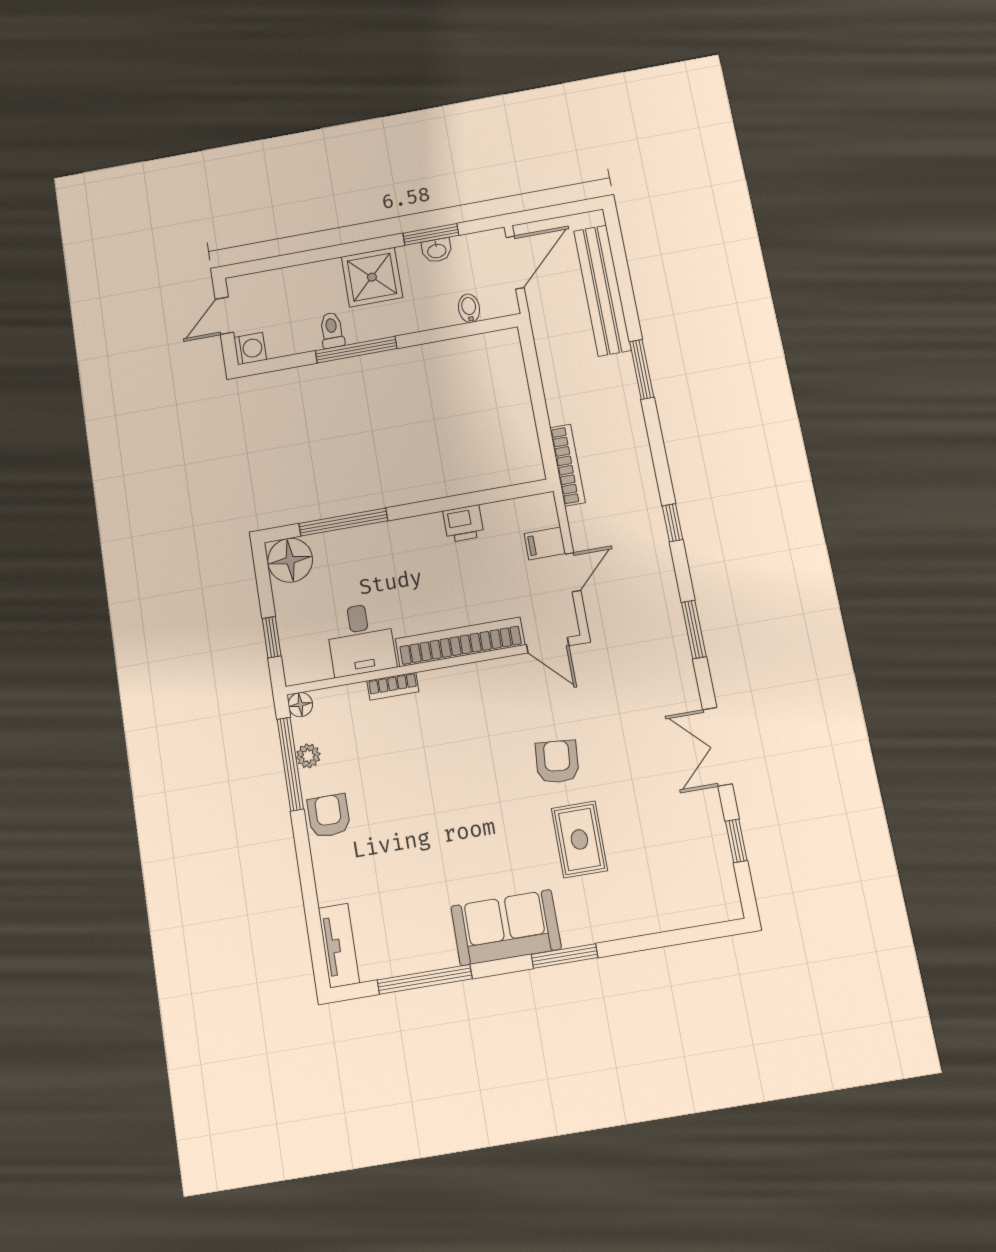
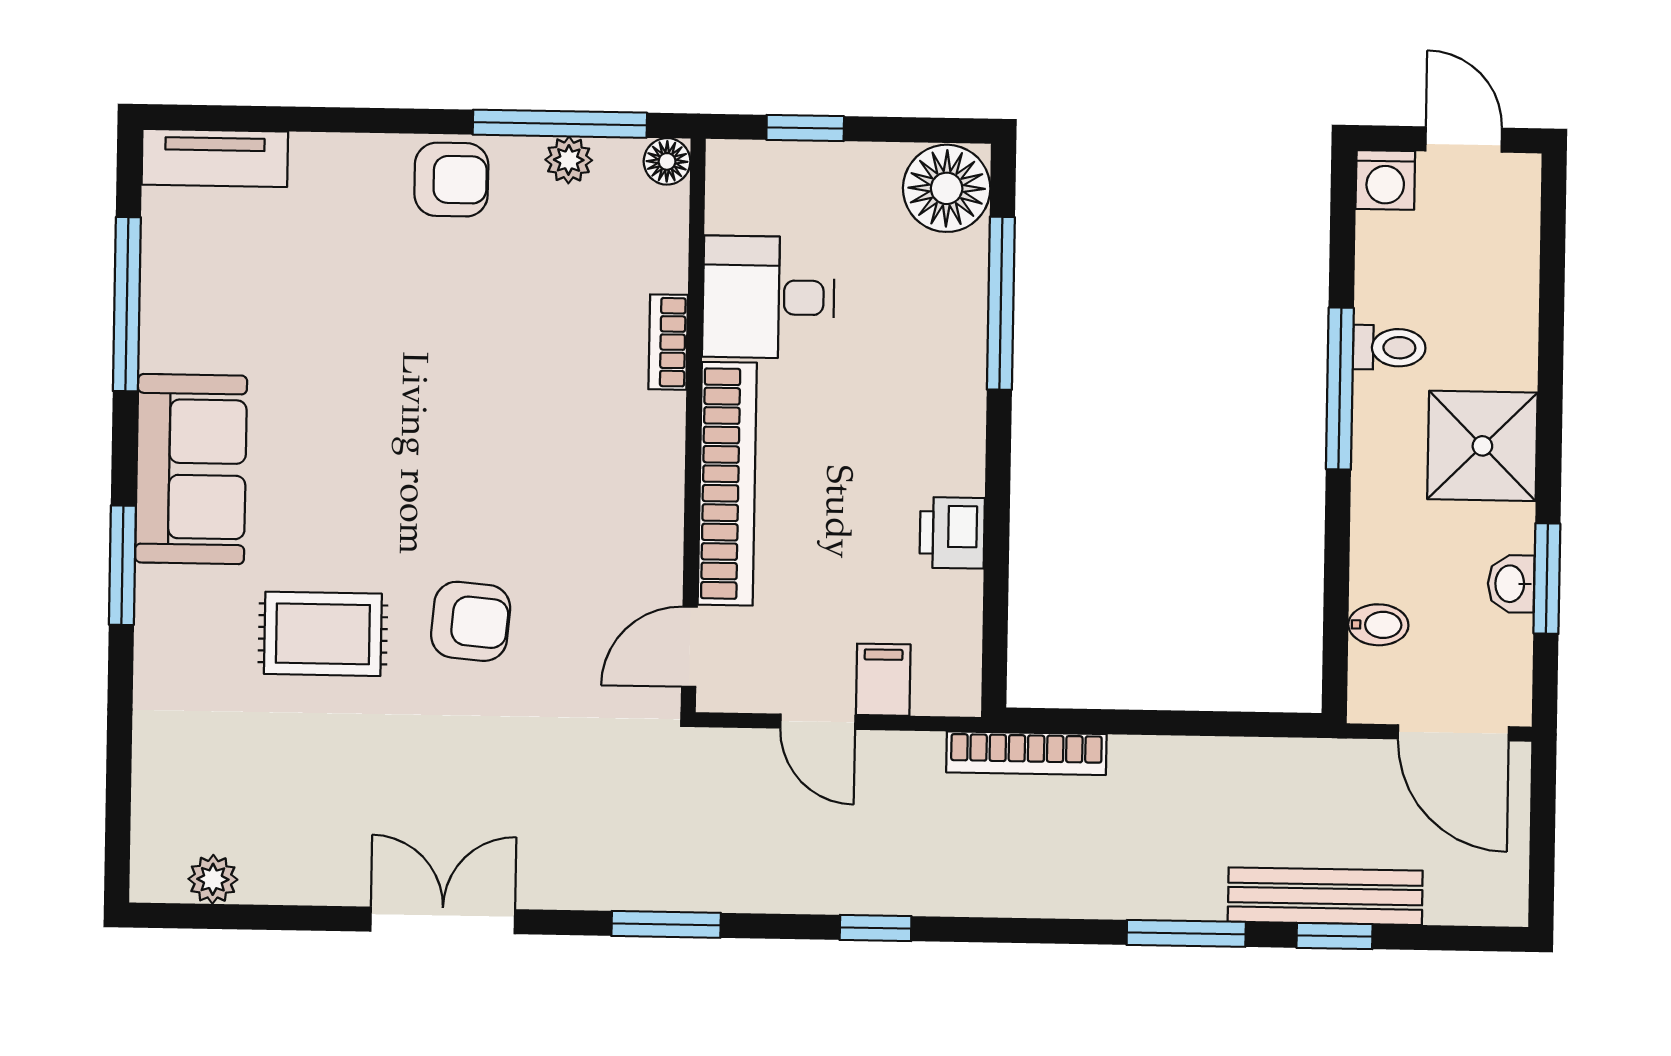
bench: (602, 290) -> (1325, 896), width x0.73, depth x0.82
window: (736, 841) -> (1335, 936), moved
plant: (722, 875) -> (213, 879), added

